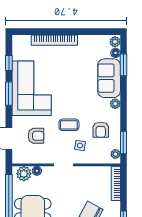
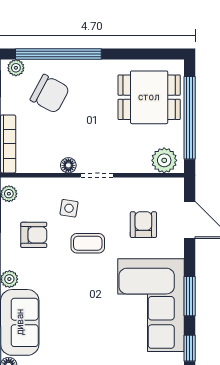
armchair: (101, 130) -> (34, 235), turned 90
armchair: (36, 136) -> (143, 225), turned 90
floor lamp: (37, 171) -> (68, 165), moved

